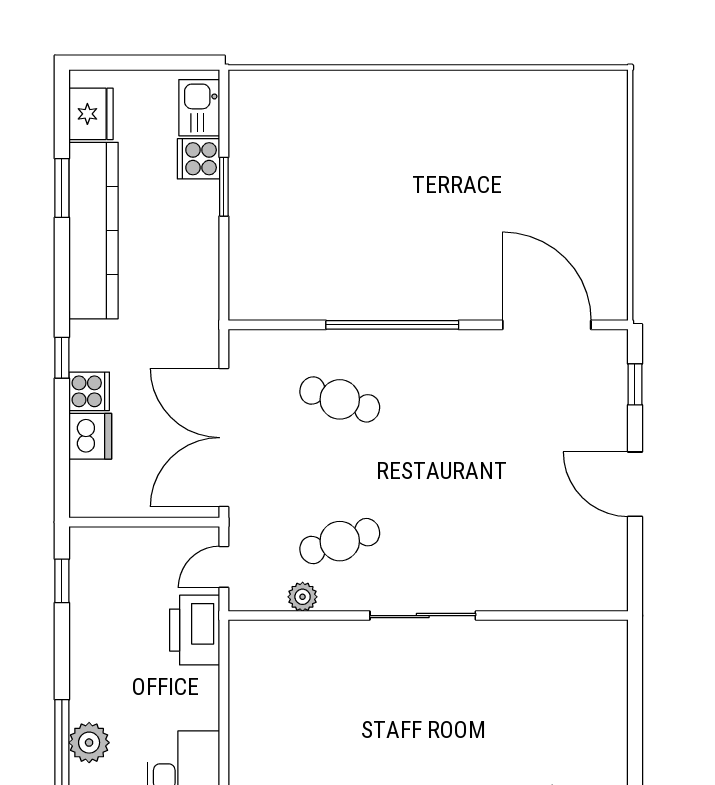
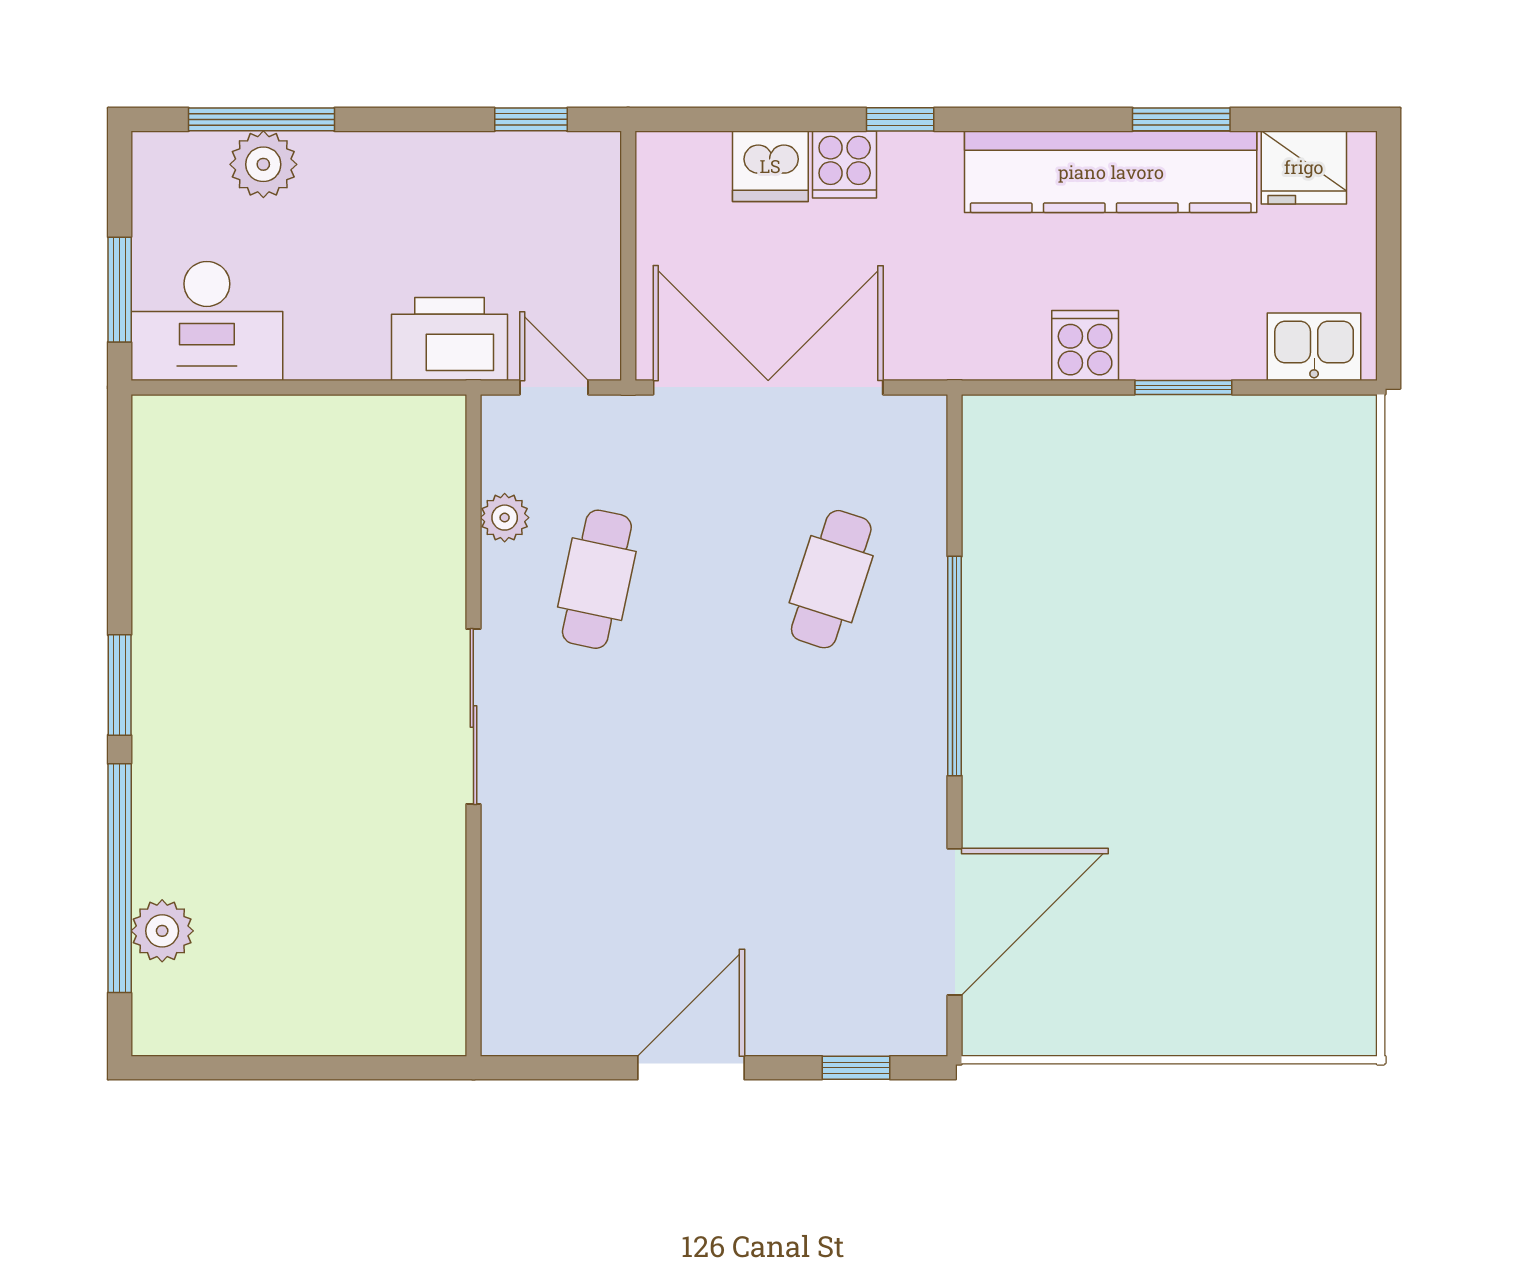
cooker: (198, 159) -> (1085, 345), moved
cafe table: (340, 541) -> (597, 579), turned 30

